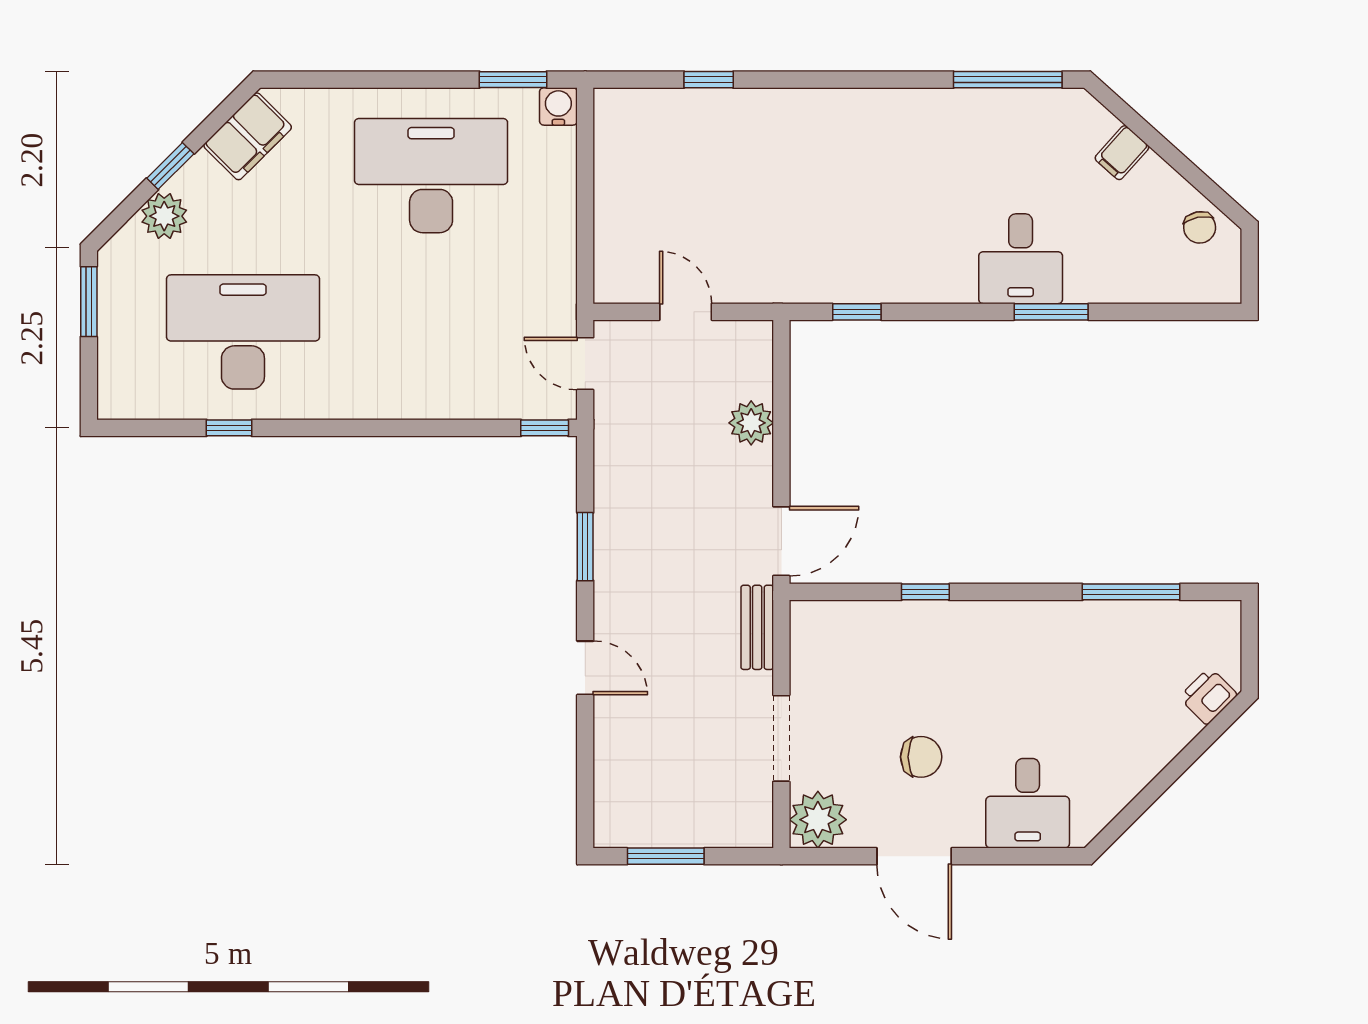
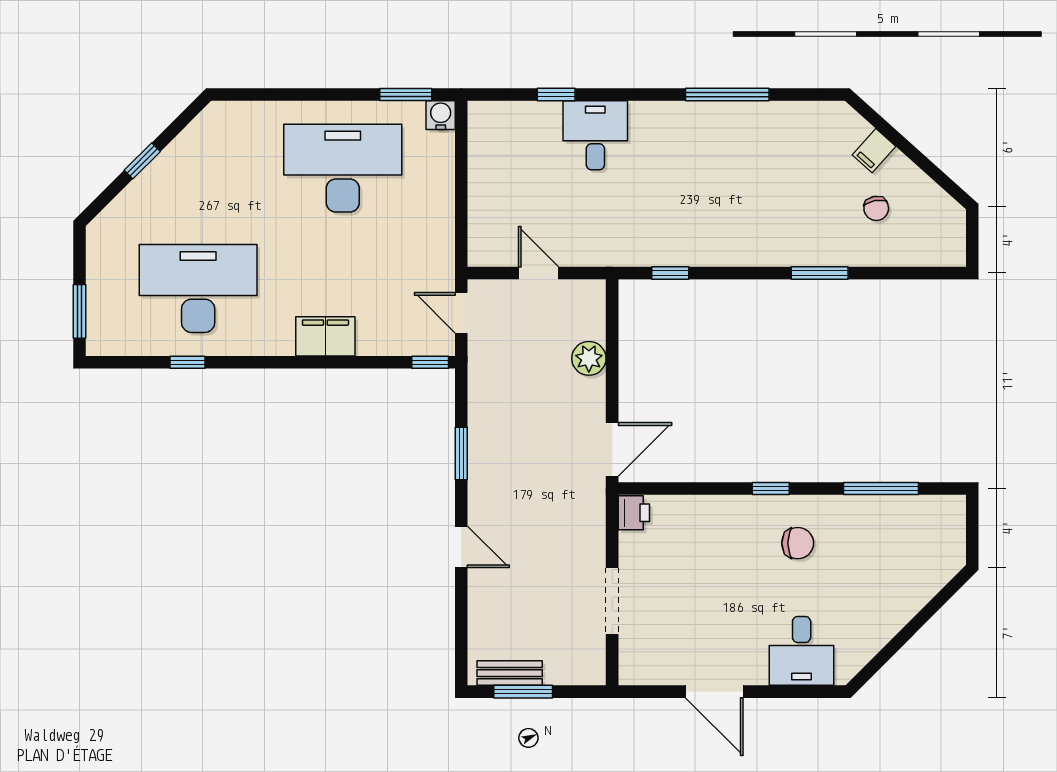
window: (1008, 80) -> (727, 94), moved
filing cabinet: (248, 136) -> (325, 336), moved, turned -135
plant: (164, 216) -> (138, 199), removed
chair: (1200, 227) -> (876, 208), moved
desk: (1021, 259) -> (595, 135), moved, turned 180
window: (89, 302) -> (80, 311), moved
window: (925, 592) -> (771, 488), moved
bench: (757, 627) -> (510, 673), moved, turned 90
printer: (1208, 696) -> (634, 513), moved, turned 135
chair: (921, 757) -> (798, 543), moved
plant: (818, 820) -> (640, 664), removed

